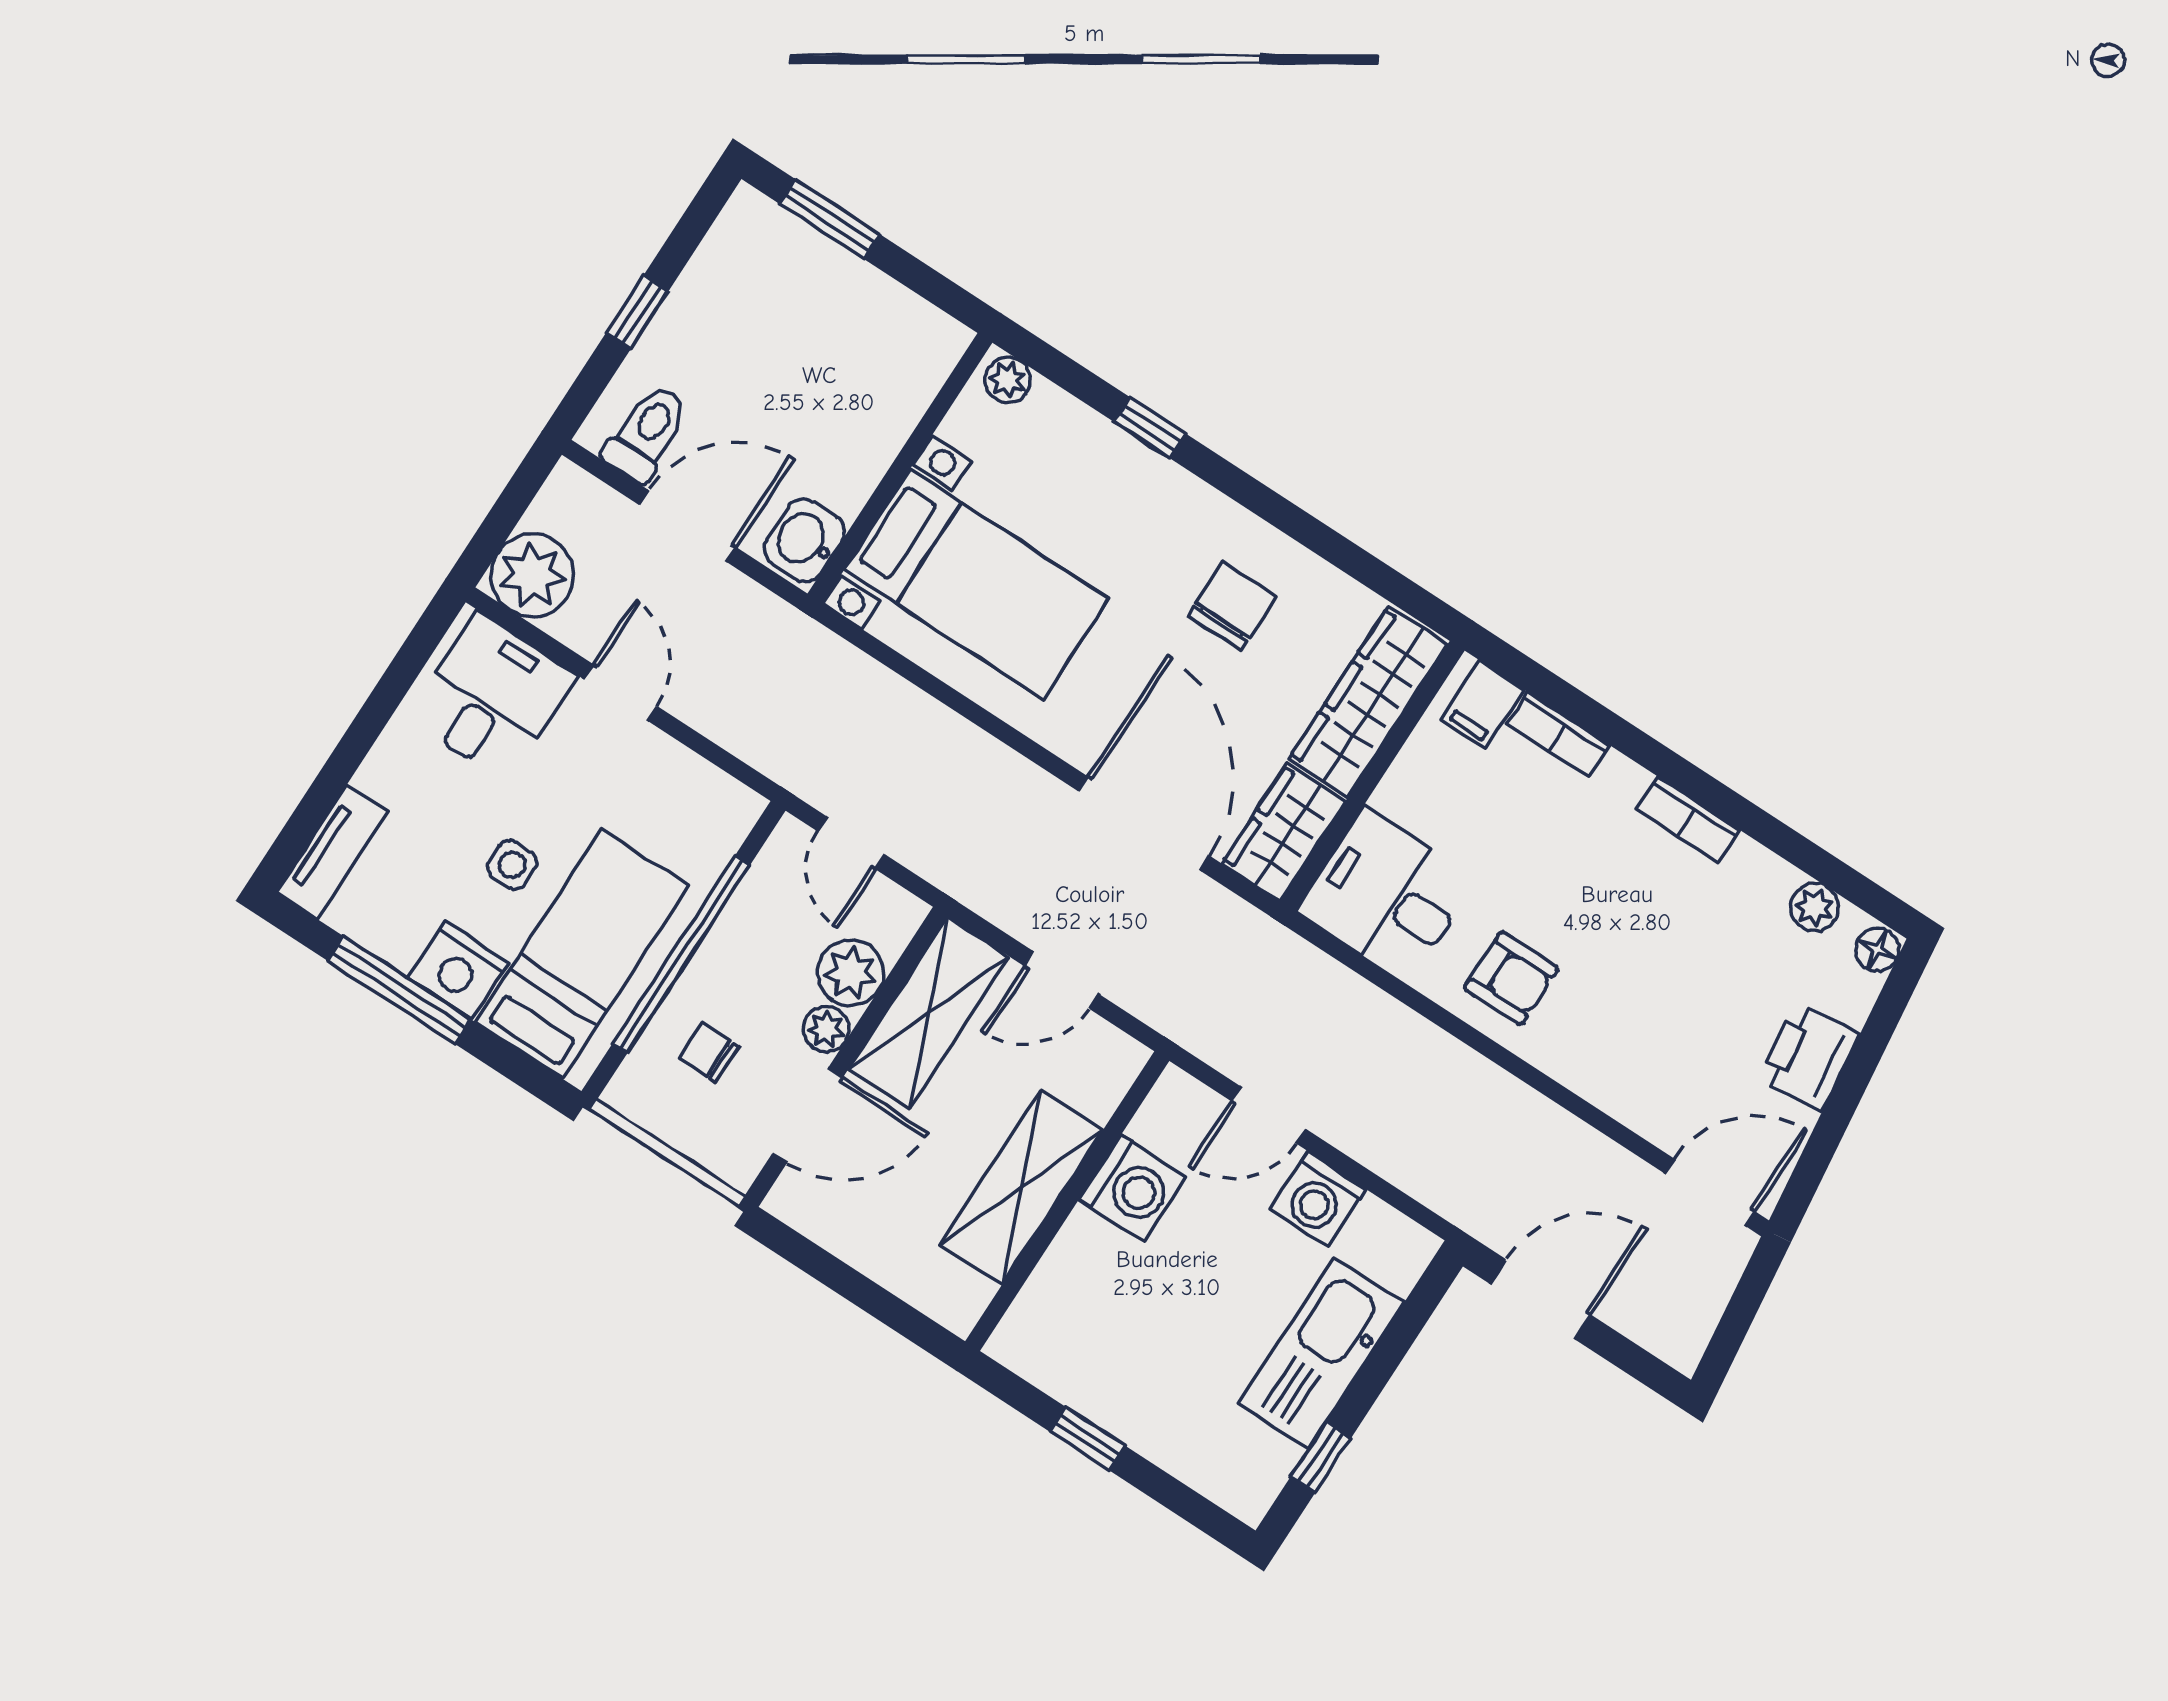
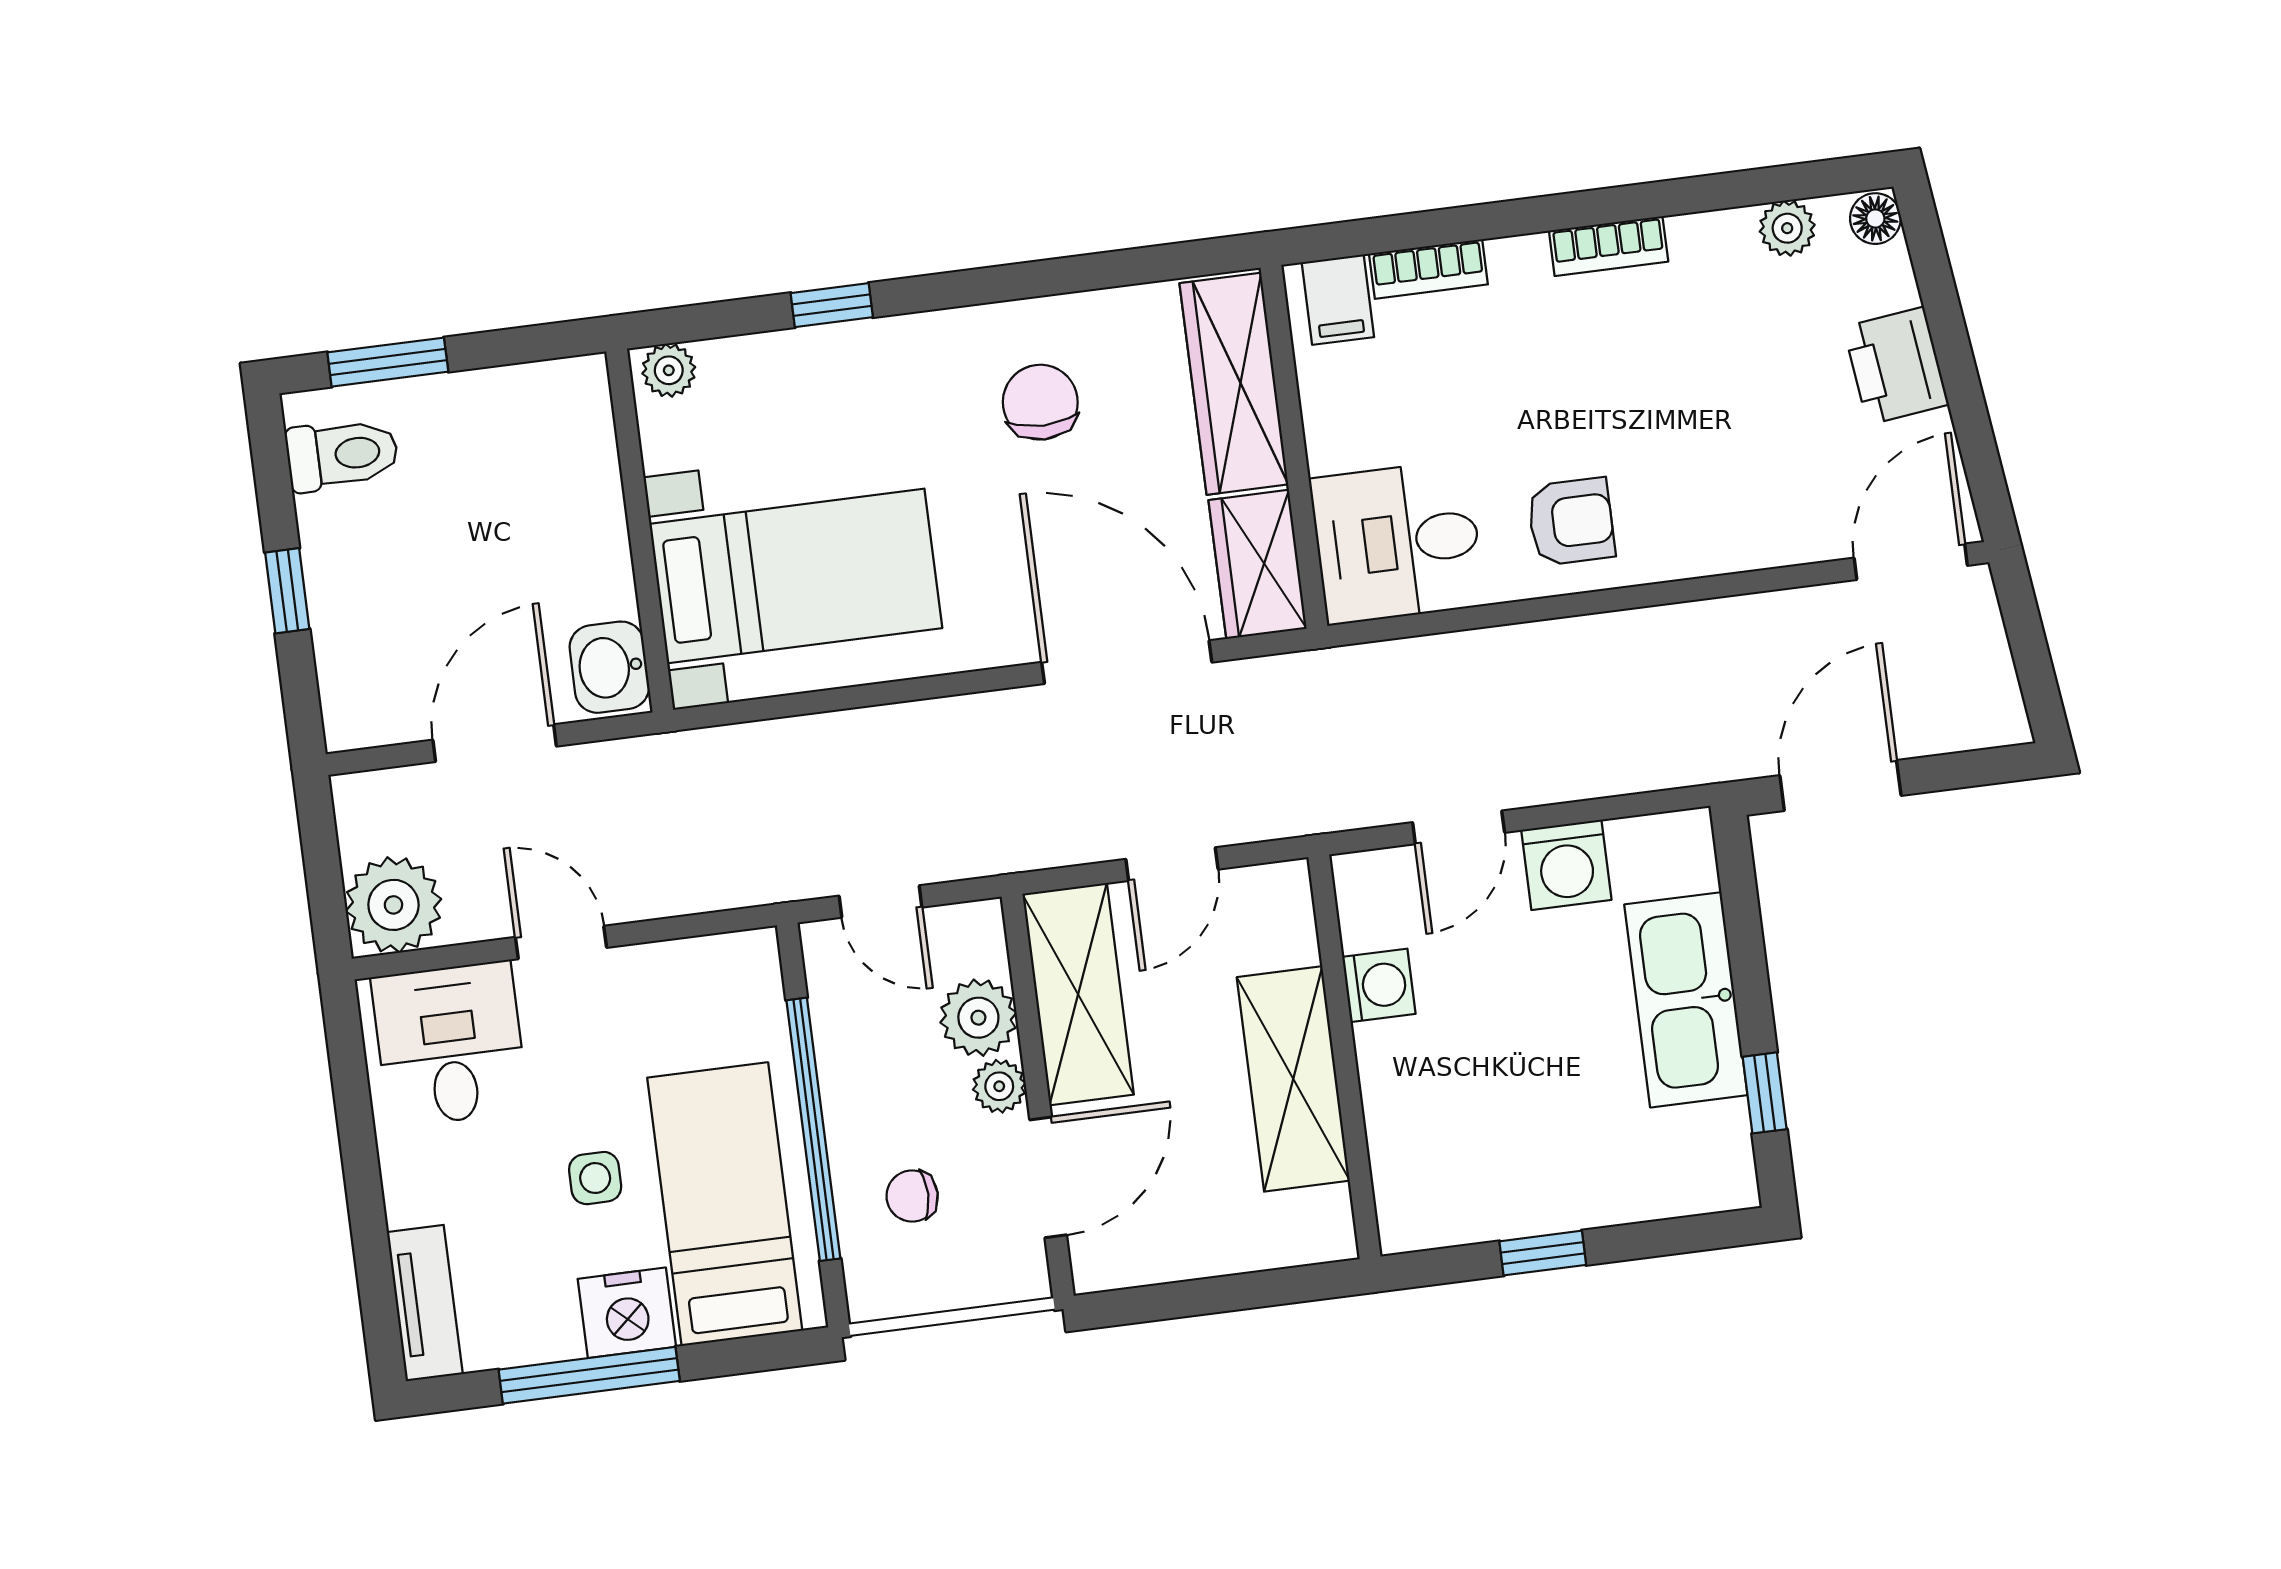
toilet: (647, 433) -> (342, 455), moved, turned 90
washing machine: (1132, 1188) -> (1379, 985), width x0.73, depth x0.73

